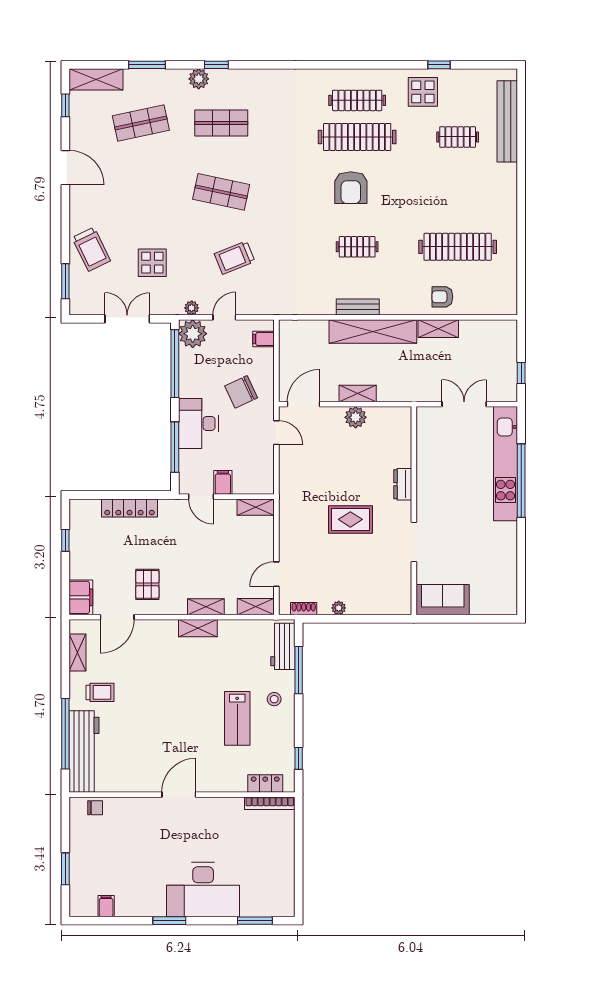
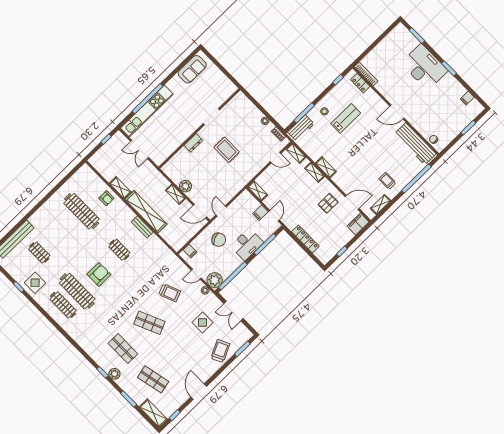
shop shelf: (221, 192) -> (149, 323), turned -36
sofa: (443, 600) -> (192, 69), moved, turned -90
workbench: (84, 751) -> (415, 144), moved, turned -90

